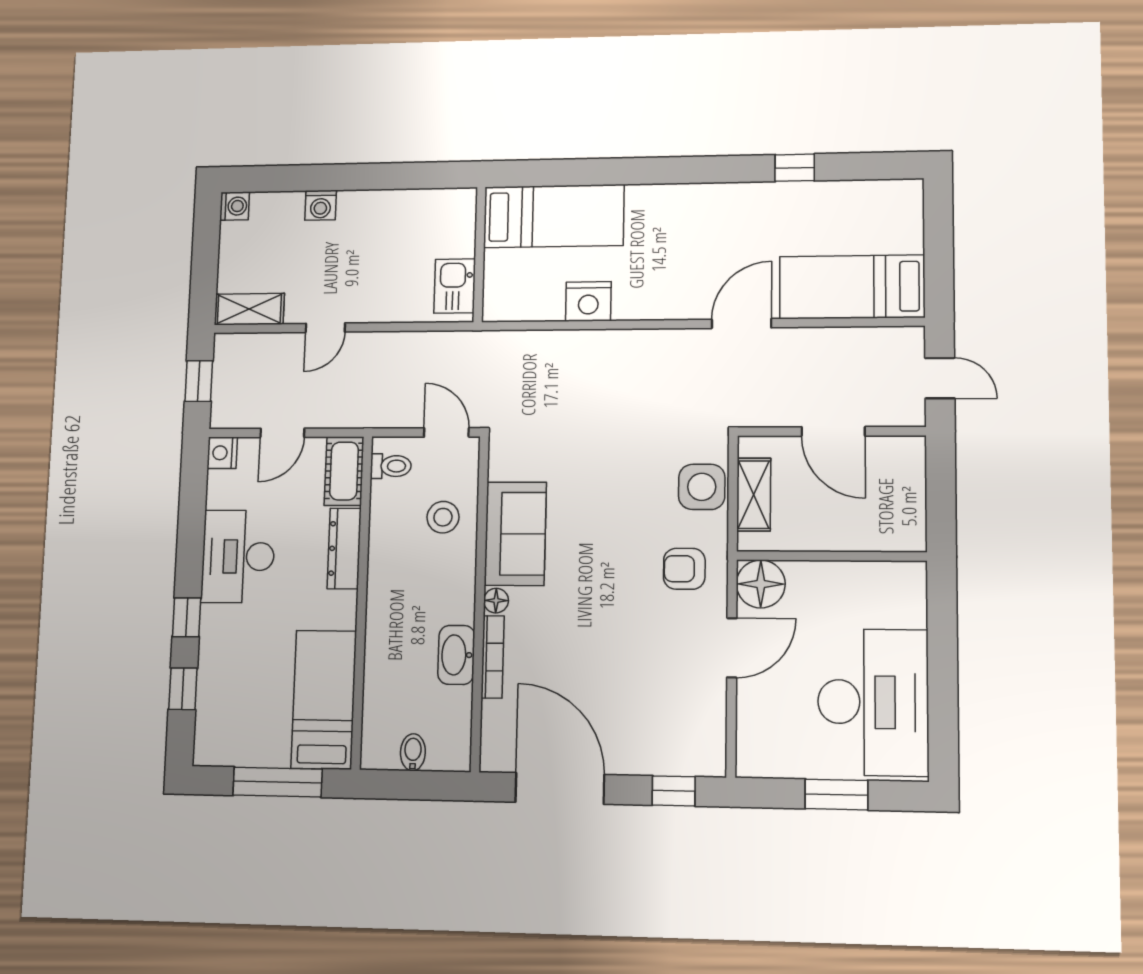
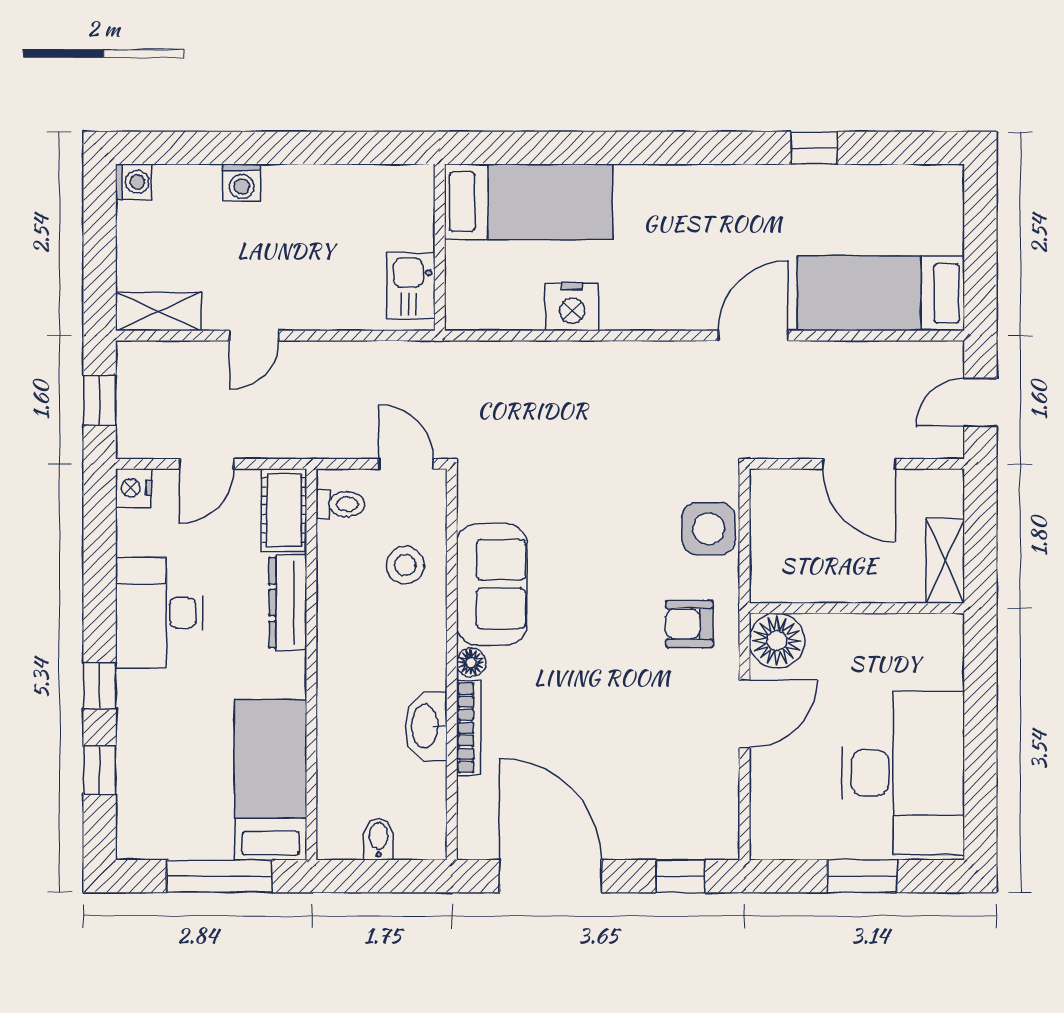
door: (940, 378) -> (980, 402), swing flipped
shelving: (754, 495) -> (945, 561), moved

